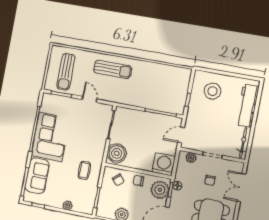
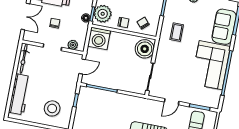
door: (89, 99) -> (172, 102), hinge flipped

